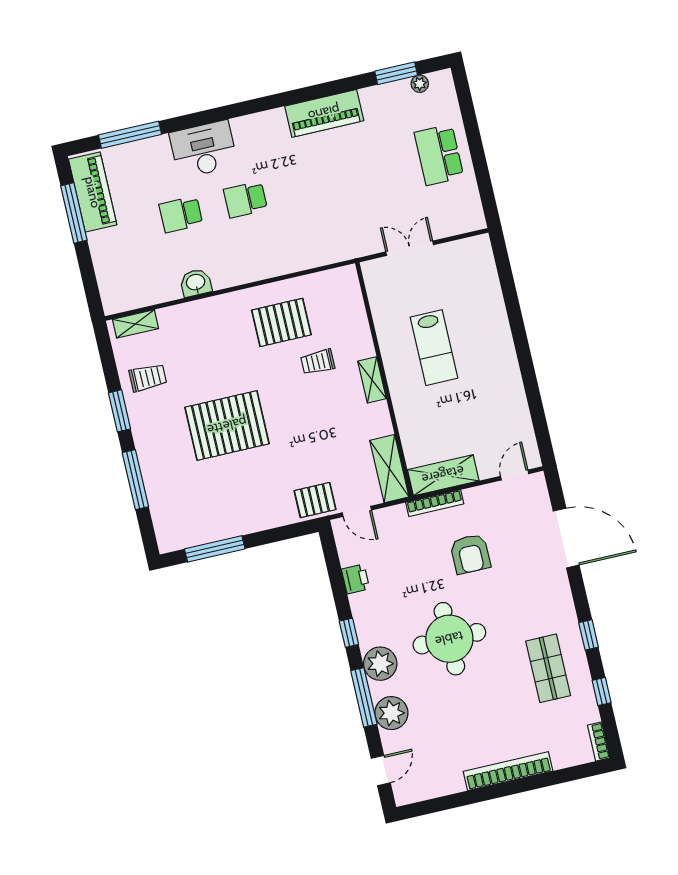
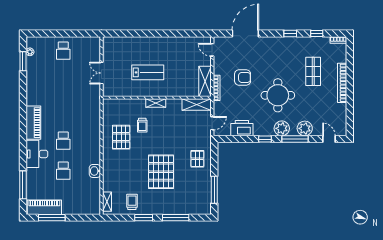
piano: (324, 113) -> (33, 123), moved
school desk: (439, 155) -> (63, 51), width x0.54
pallet: (315, 500) -> (197, 159), moved
printer: (355, 579) -> (242, 128), width x1.87, depth x1.48
shop shelf: (548, 668) -> (313, 71), moved, turned 90

